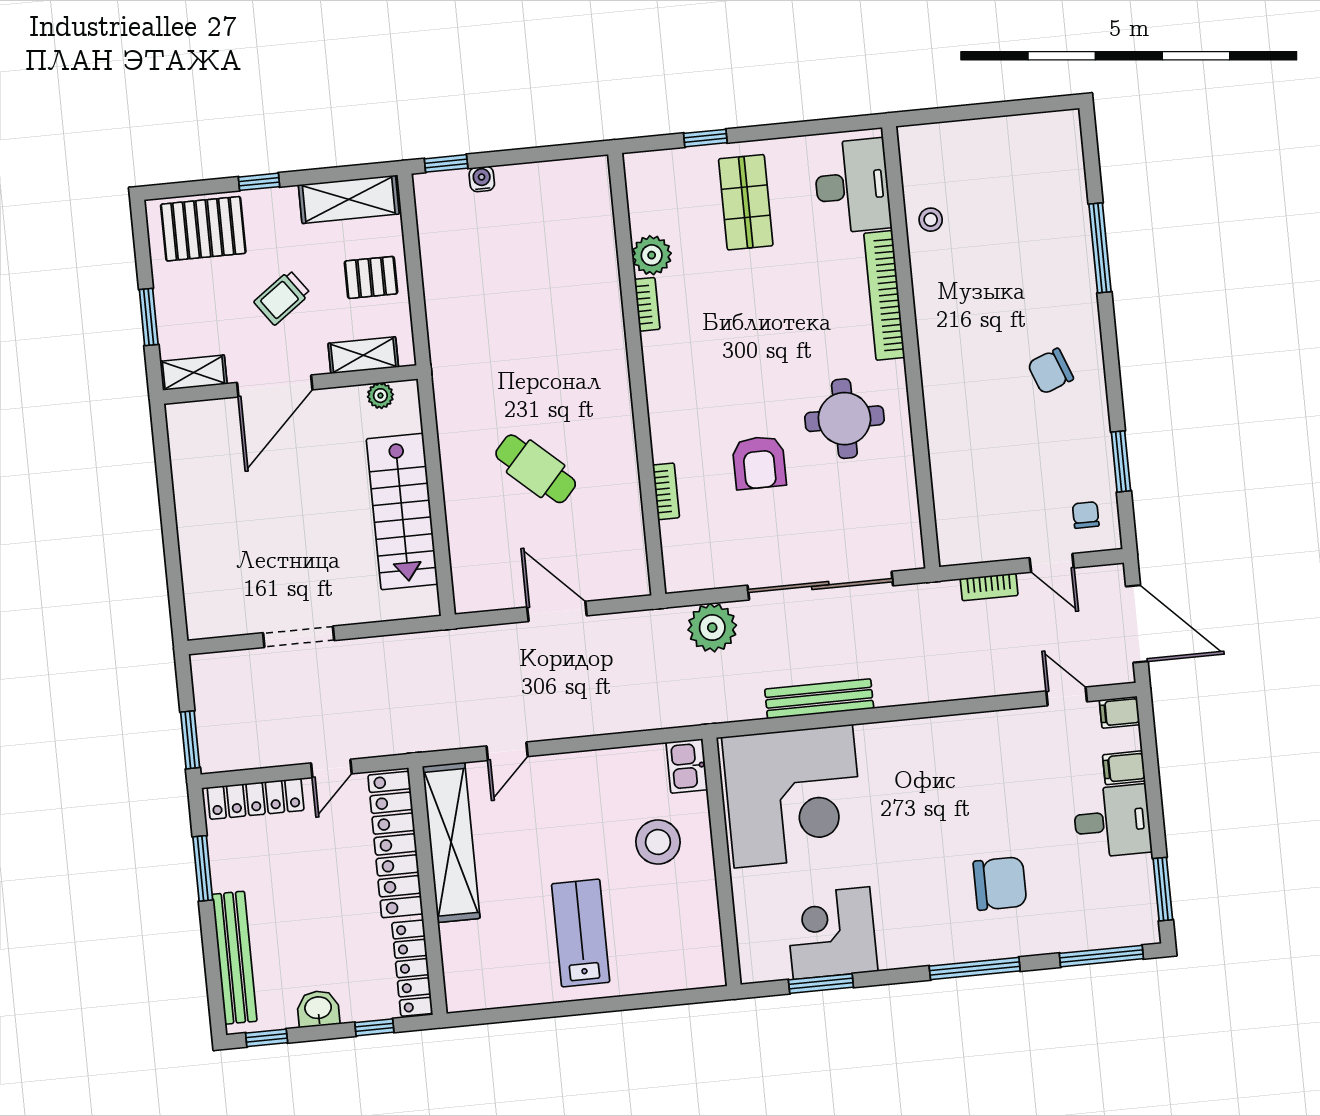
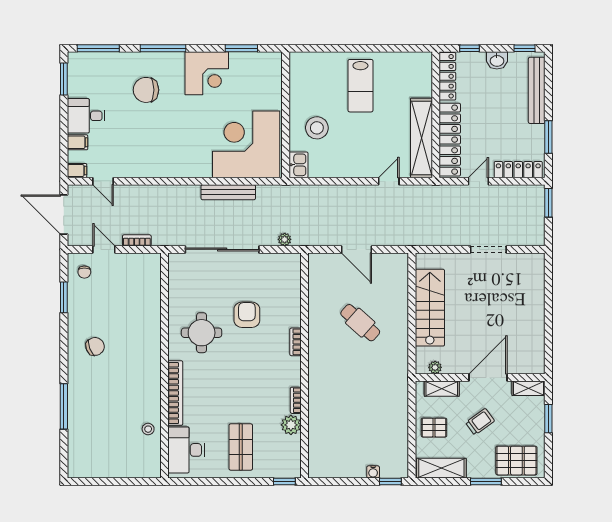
window: (705, 138) -> (284, 481), moved
window: (259, 182) -> (486, 481), width x1.50
bookcase: (666, 491) -> (295, 342), moved
plant: (712, 628) -> (285, 239), width x0.53, depth x0.53
corner desk: (832, 933) -> (207, 73), moved

